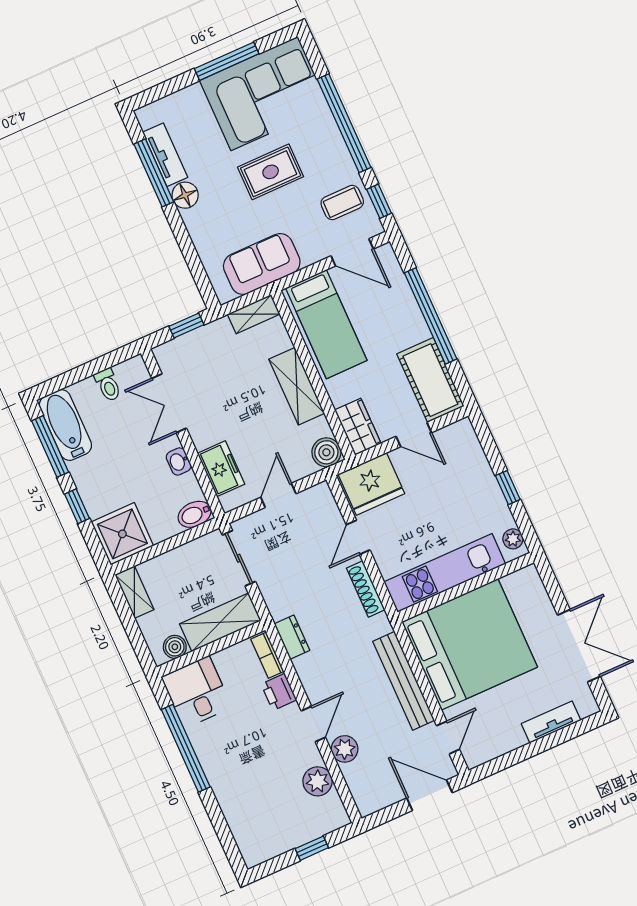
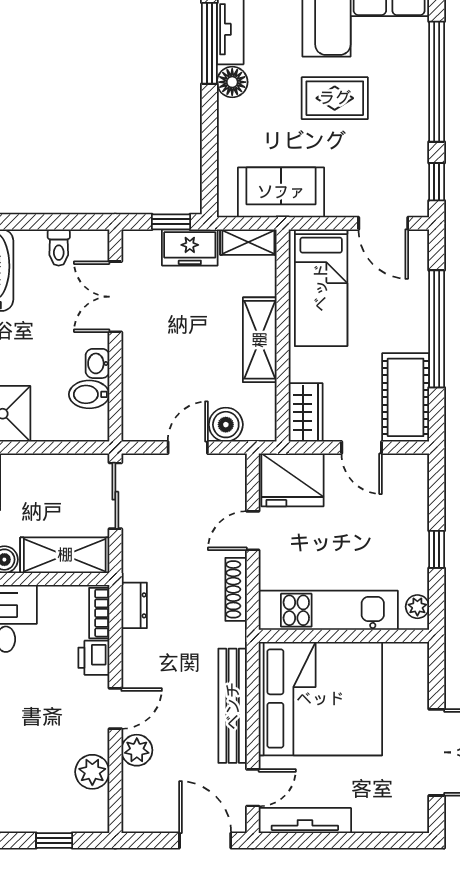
coffee table: (342, 203) -> (397, 165), removed
boiler: (326, 452) -> (226, 425), moved
freezer: (221, 469) -> (190, 247), moved, turned 90
bidet: (195, 514) -> (89, 394), moved
tv unit: (551, 722) -> (305, 821), moved, width x1.41

